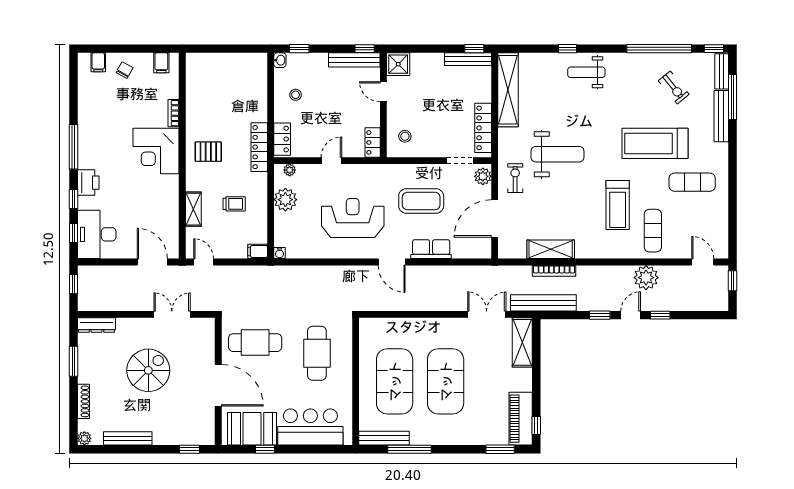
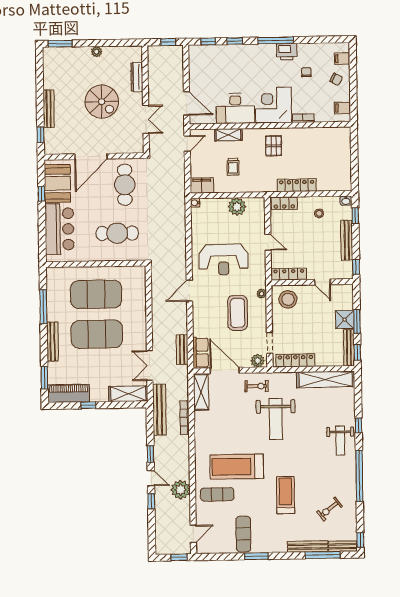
window: (435, 49) -> (357, 321), added
window: (659, 49) -> (359, 476), moved
bench: (354, 60) -> (347, 240), moved
shower: (398, 64) -> (345, 320), moved
weight bench: (586, 72) -> (340, 441), turned 180
door: (383, 92) -> (322, 282), swing flipped
chair: (115, 108) -> (306, 72), added
stool: (405, 136) -> (288, 299), width x1.89, depth x1.89
locker: (373, 142) -> (289, 274), width x1.53
treadmill: (655, 143) -> (285, 495), width x0.73, depth x0.73
locker: (259, 147) -> (297, 185), moved
plant: (290, 170) -> (262, 294), moved
exercise mat: (692, 182) -> (243, 534), moved
window: (733, 182) -> (256, 556), added
printer: (88, 183) -> (287, 52), moved
treadmill: (618, 205) -> (237, 467), width x1.37, depth x1.38
reception desk: (353, 218) -> (223, 260), turned 90
desk: (97, 234) -> (235, 109), moved, turned 180
row of seats: (431, 249) -> (201, 353), moved
shelving: (551, 249) -> (201, 392), moved
filing cabinet: (258, 251) -> (202, 185), width x2.00
door: (152, 262) -> (187, 103), hinge flipped
bench: (467, 273) -> (182, 350), added
double door: (487, 314) -> (150, 366), swing flipped
dresser: (96, 325) -> (137, 77), moved
window: (74, 361) -> (60, 44), moved
shoe rack: (83, 401) -> (77, 51), removed
window: (536, 425) -> (88, 405), moved
plant: (84, 438) -> (96, 52), moved
bench: (128, 438) -> (49, 109), moved
bench: (384, 438) -> (53, 342), moved

